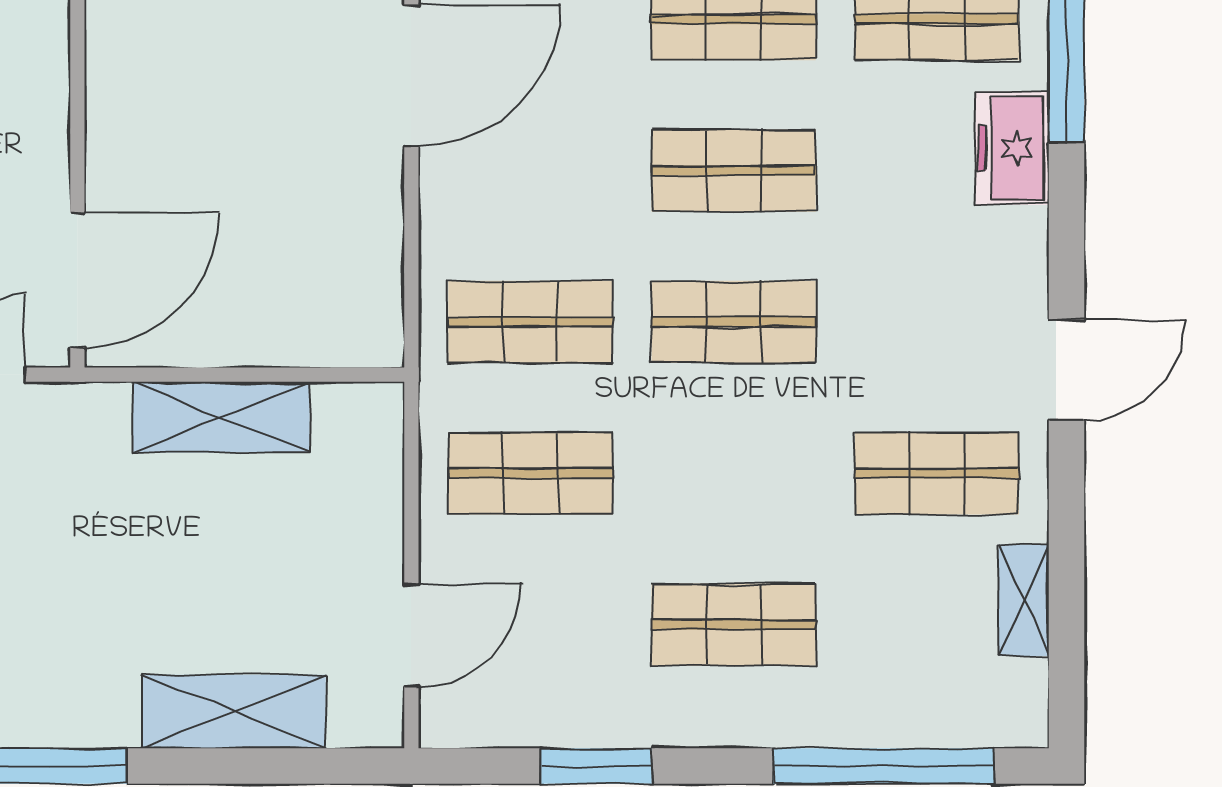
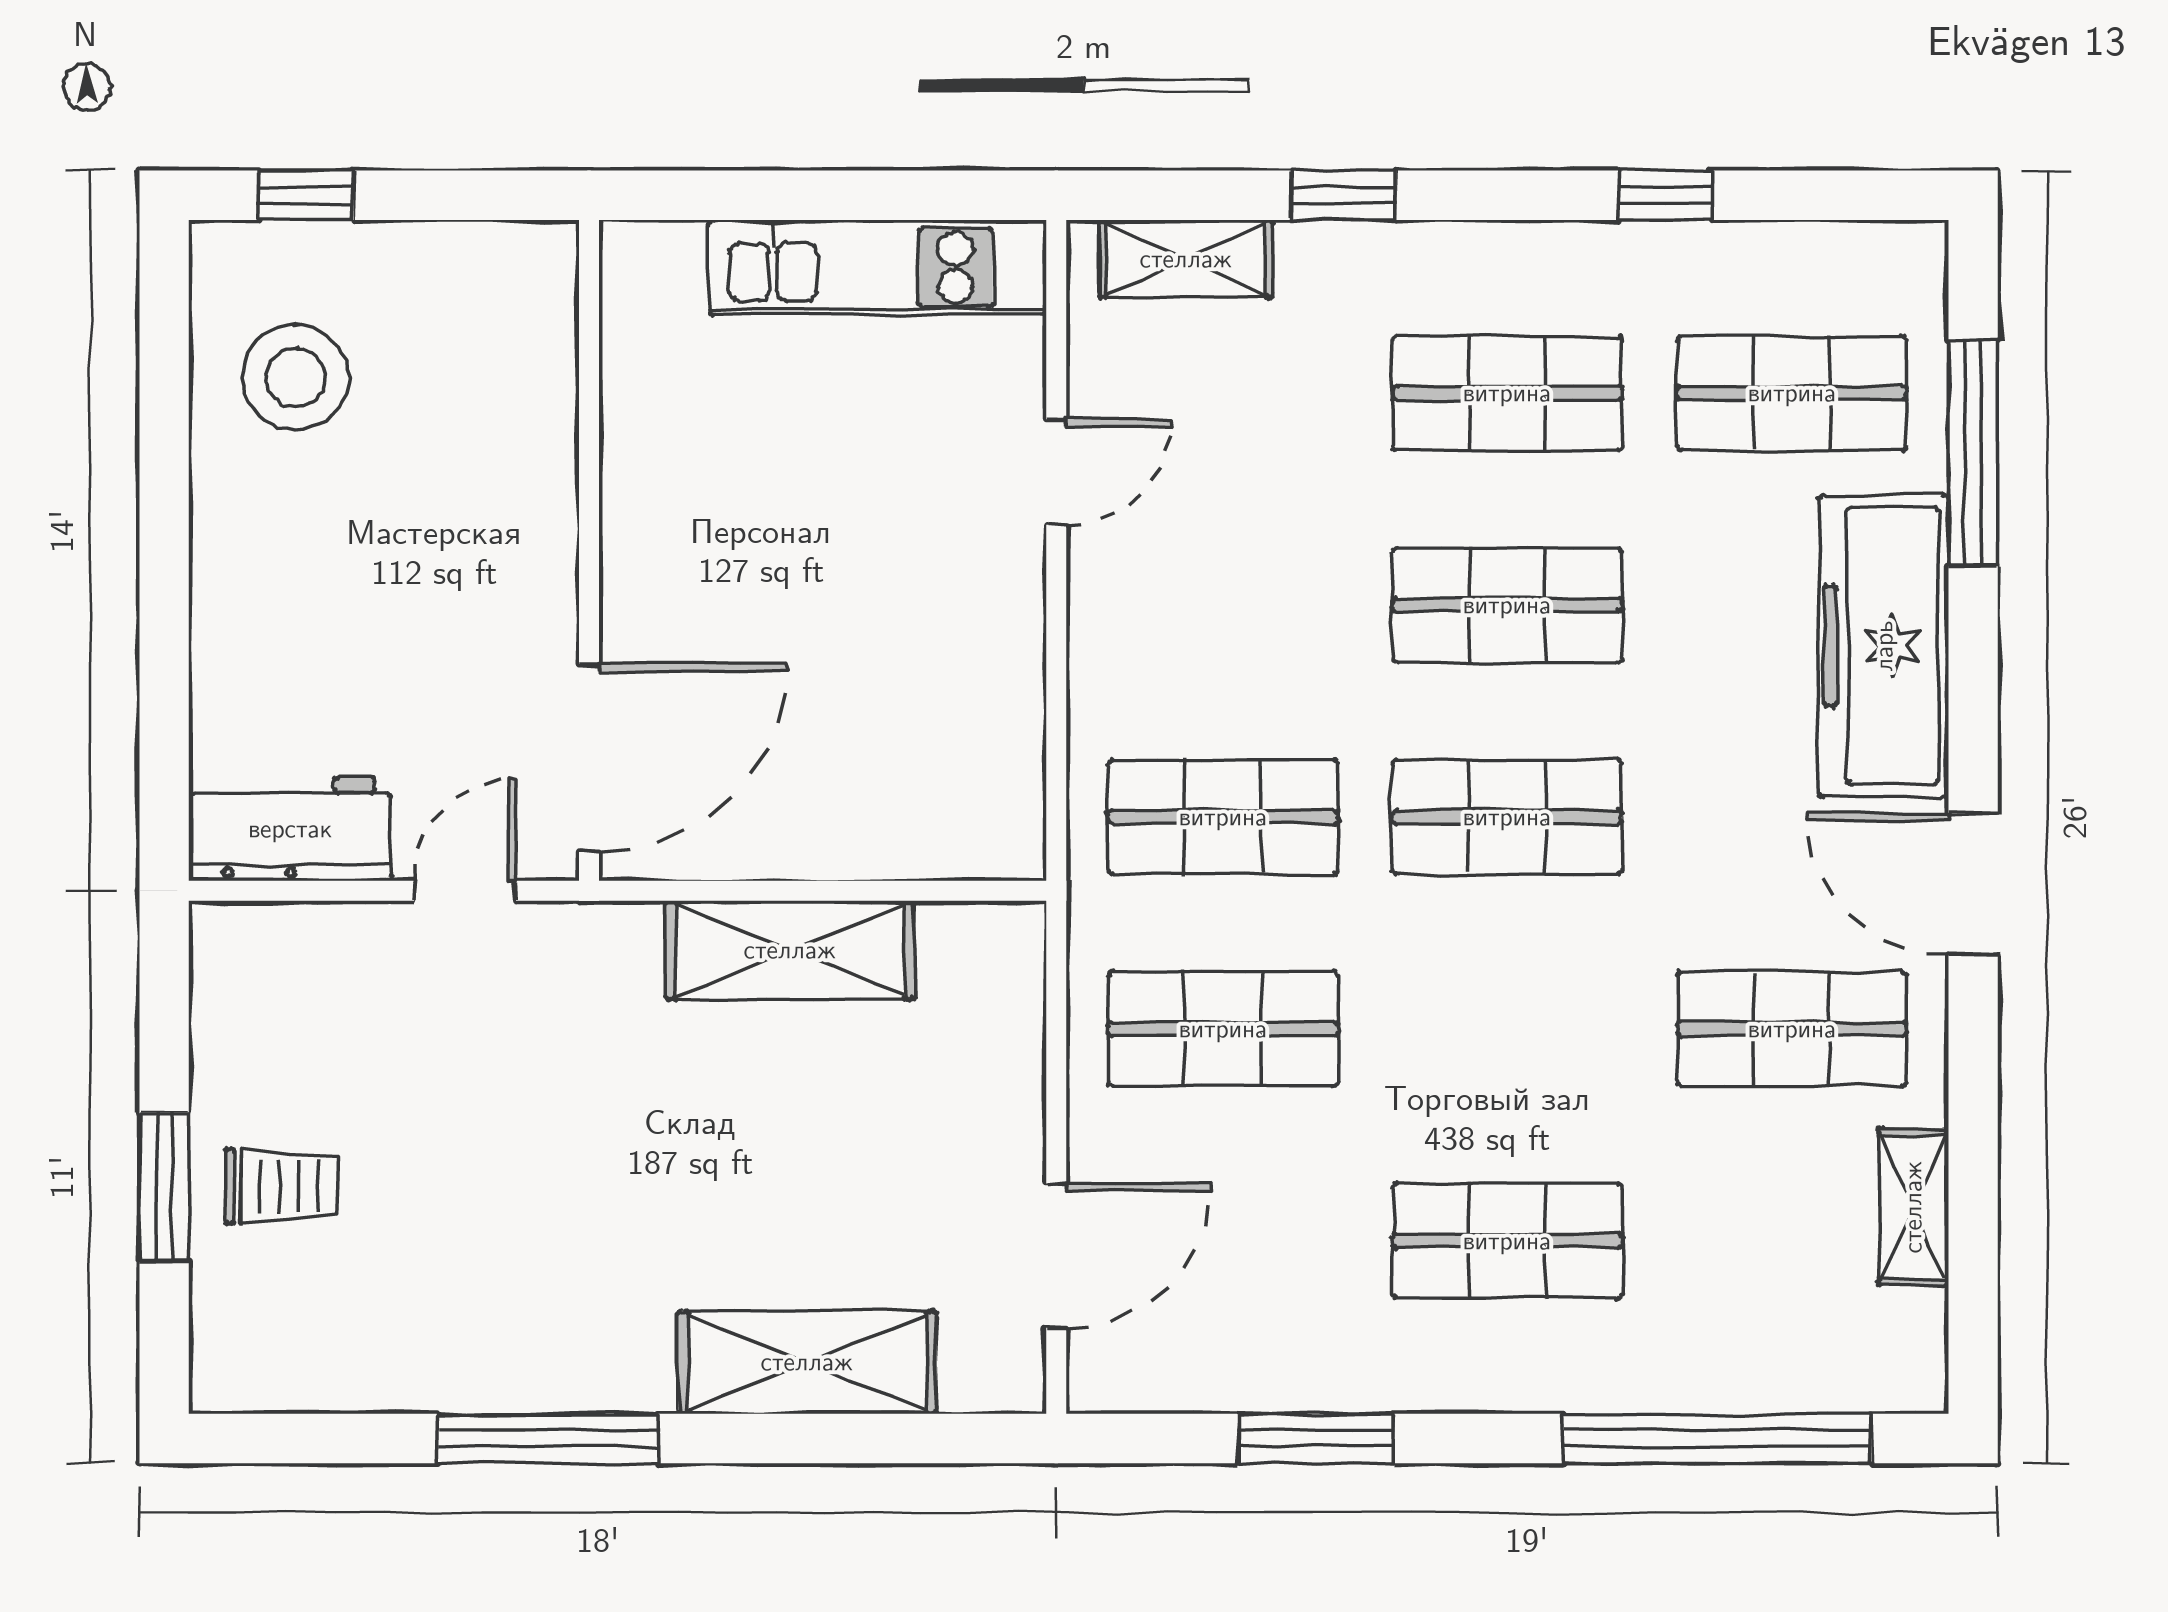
door: (411, 75) -> (1056, 472), width x0.53
freezer: (1012, 148) -> (1884, 646), width x1.91, depth x1.26
door: (1066, 370) -> (1973, 884), swing flipped

